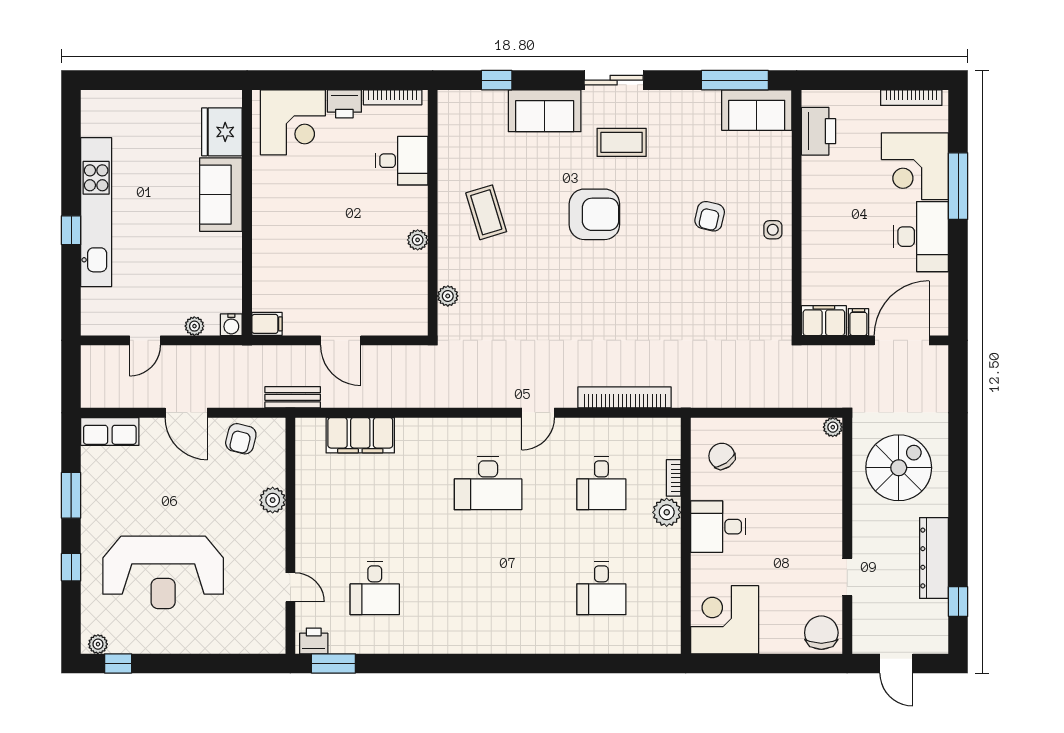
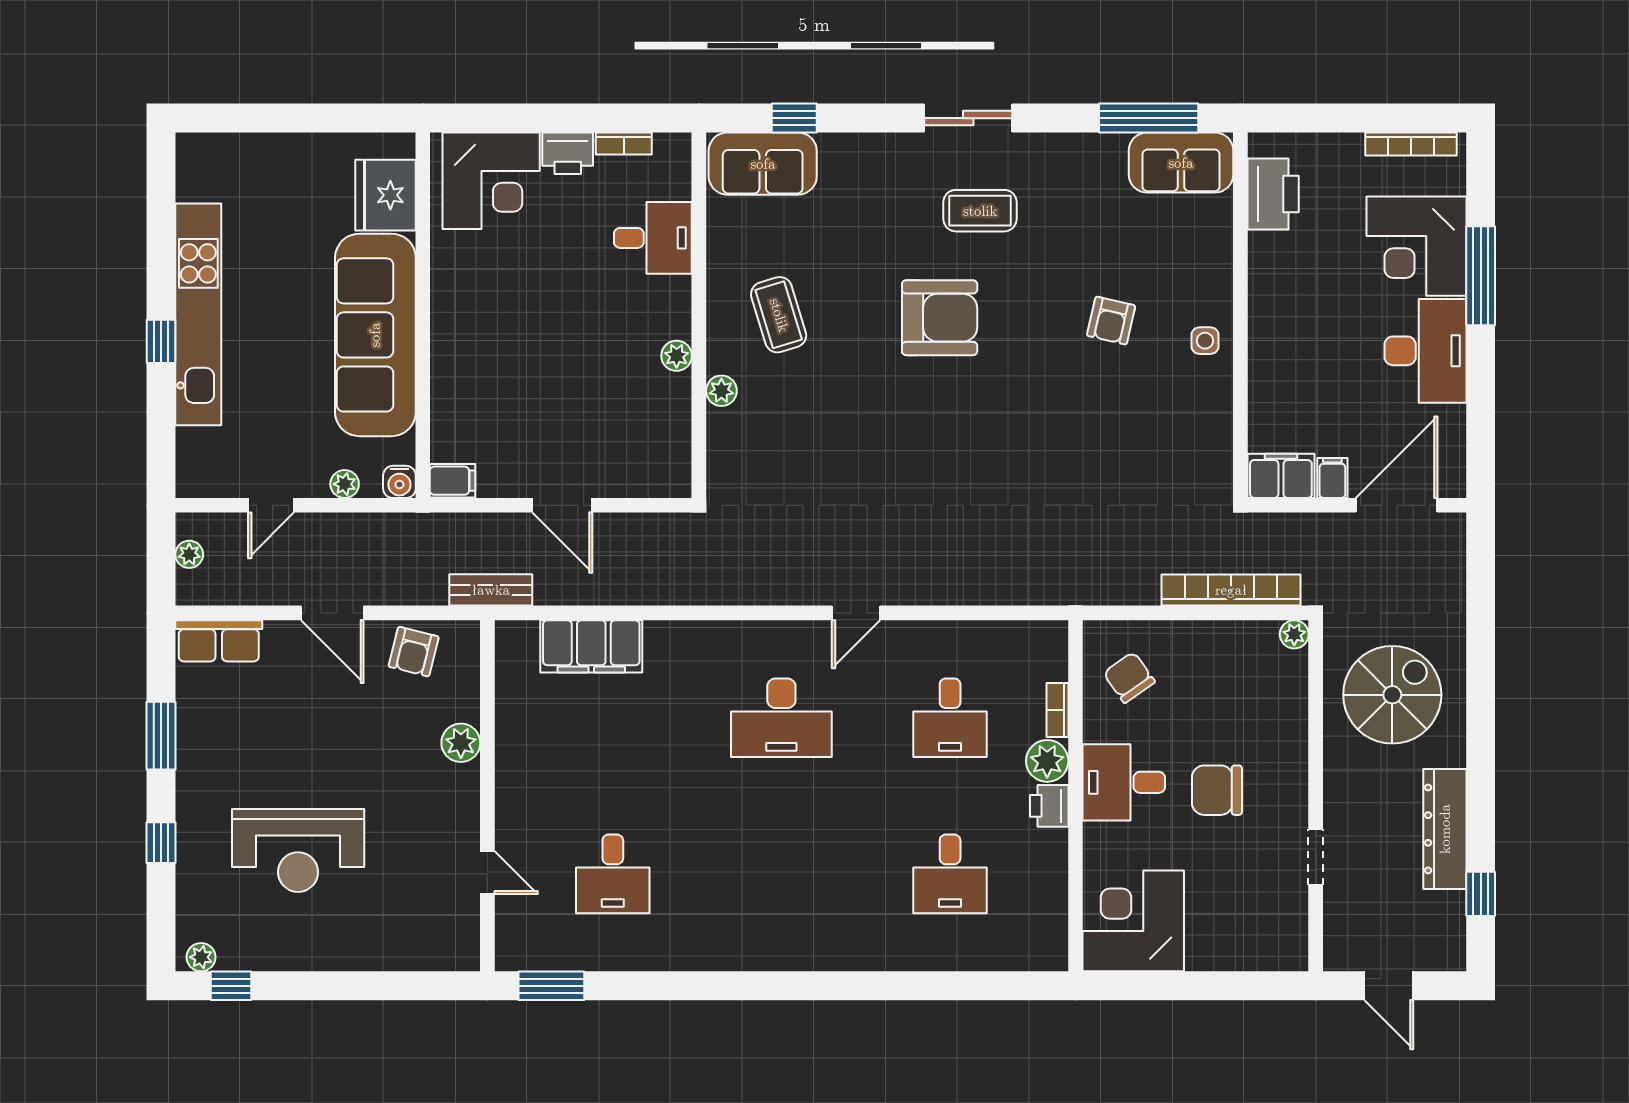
bookcase: (393, 97) -> (624, 144), width x0.64
sofa: (545, 111) -> (763, 164), moved
sofa: (221, 195) -> (375, 335), width x1.85, depth x1.27
plant: (448, 296) -> (721, 391), moved
plant: (90, 373) -> (189, 554), added
bookcase: (625, 397) -> (1231, 590), moved
reception desk: (163, 572) -> (298, 851), width x0.74, depth x0.77
chair: (821, 633) -> (1217, 790), moved, turned -90
printer: (314, 641) -> (1049, 806), moved, turned -90

